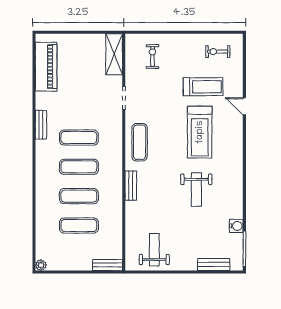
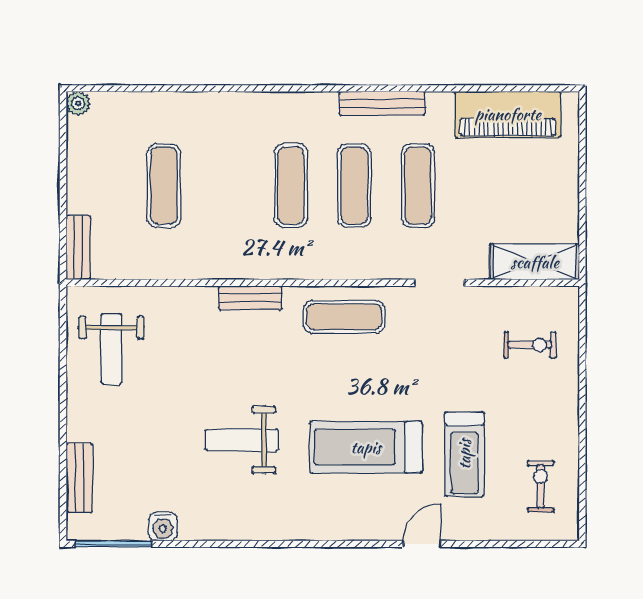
bench: (41, 125) -> (382, 103), width x1.36
exercise mat: (79, 196) -> (418, 186), moved
weight bench: (154, 250) -> (111, 349), turned 90

